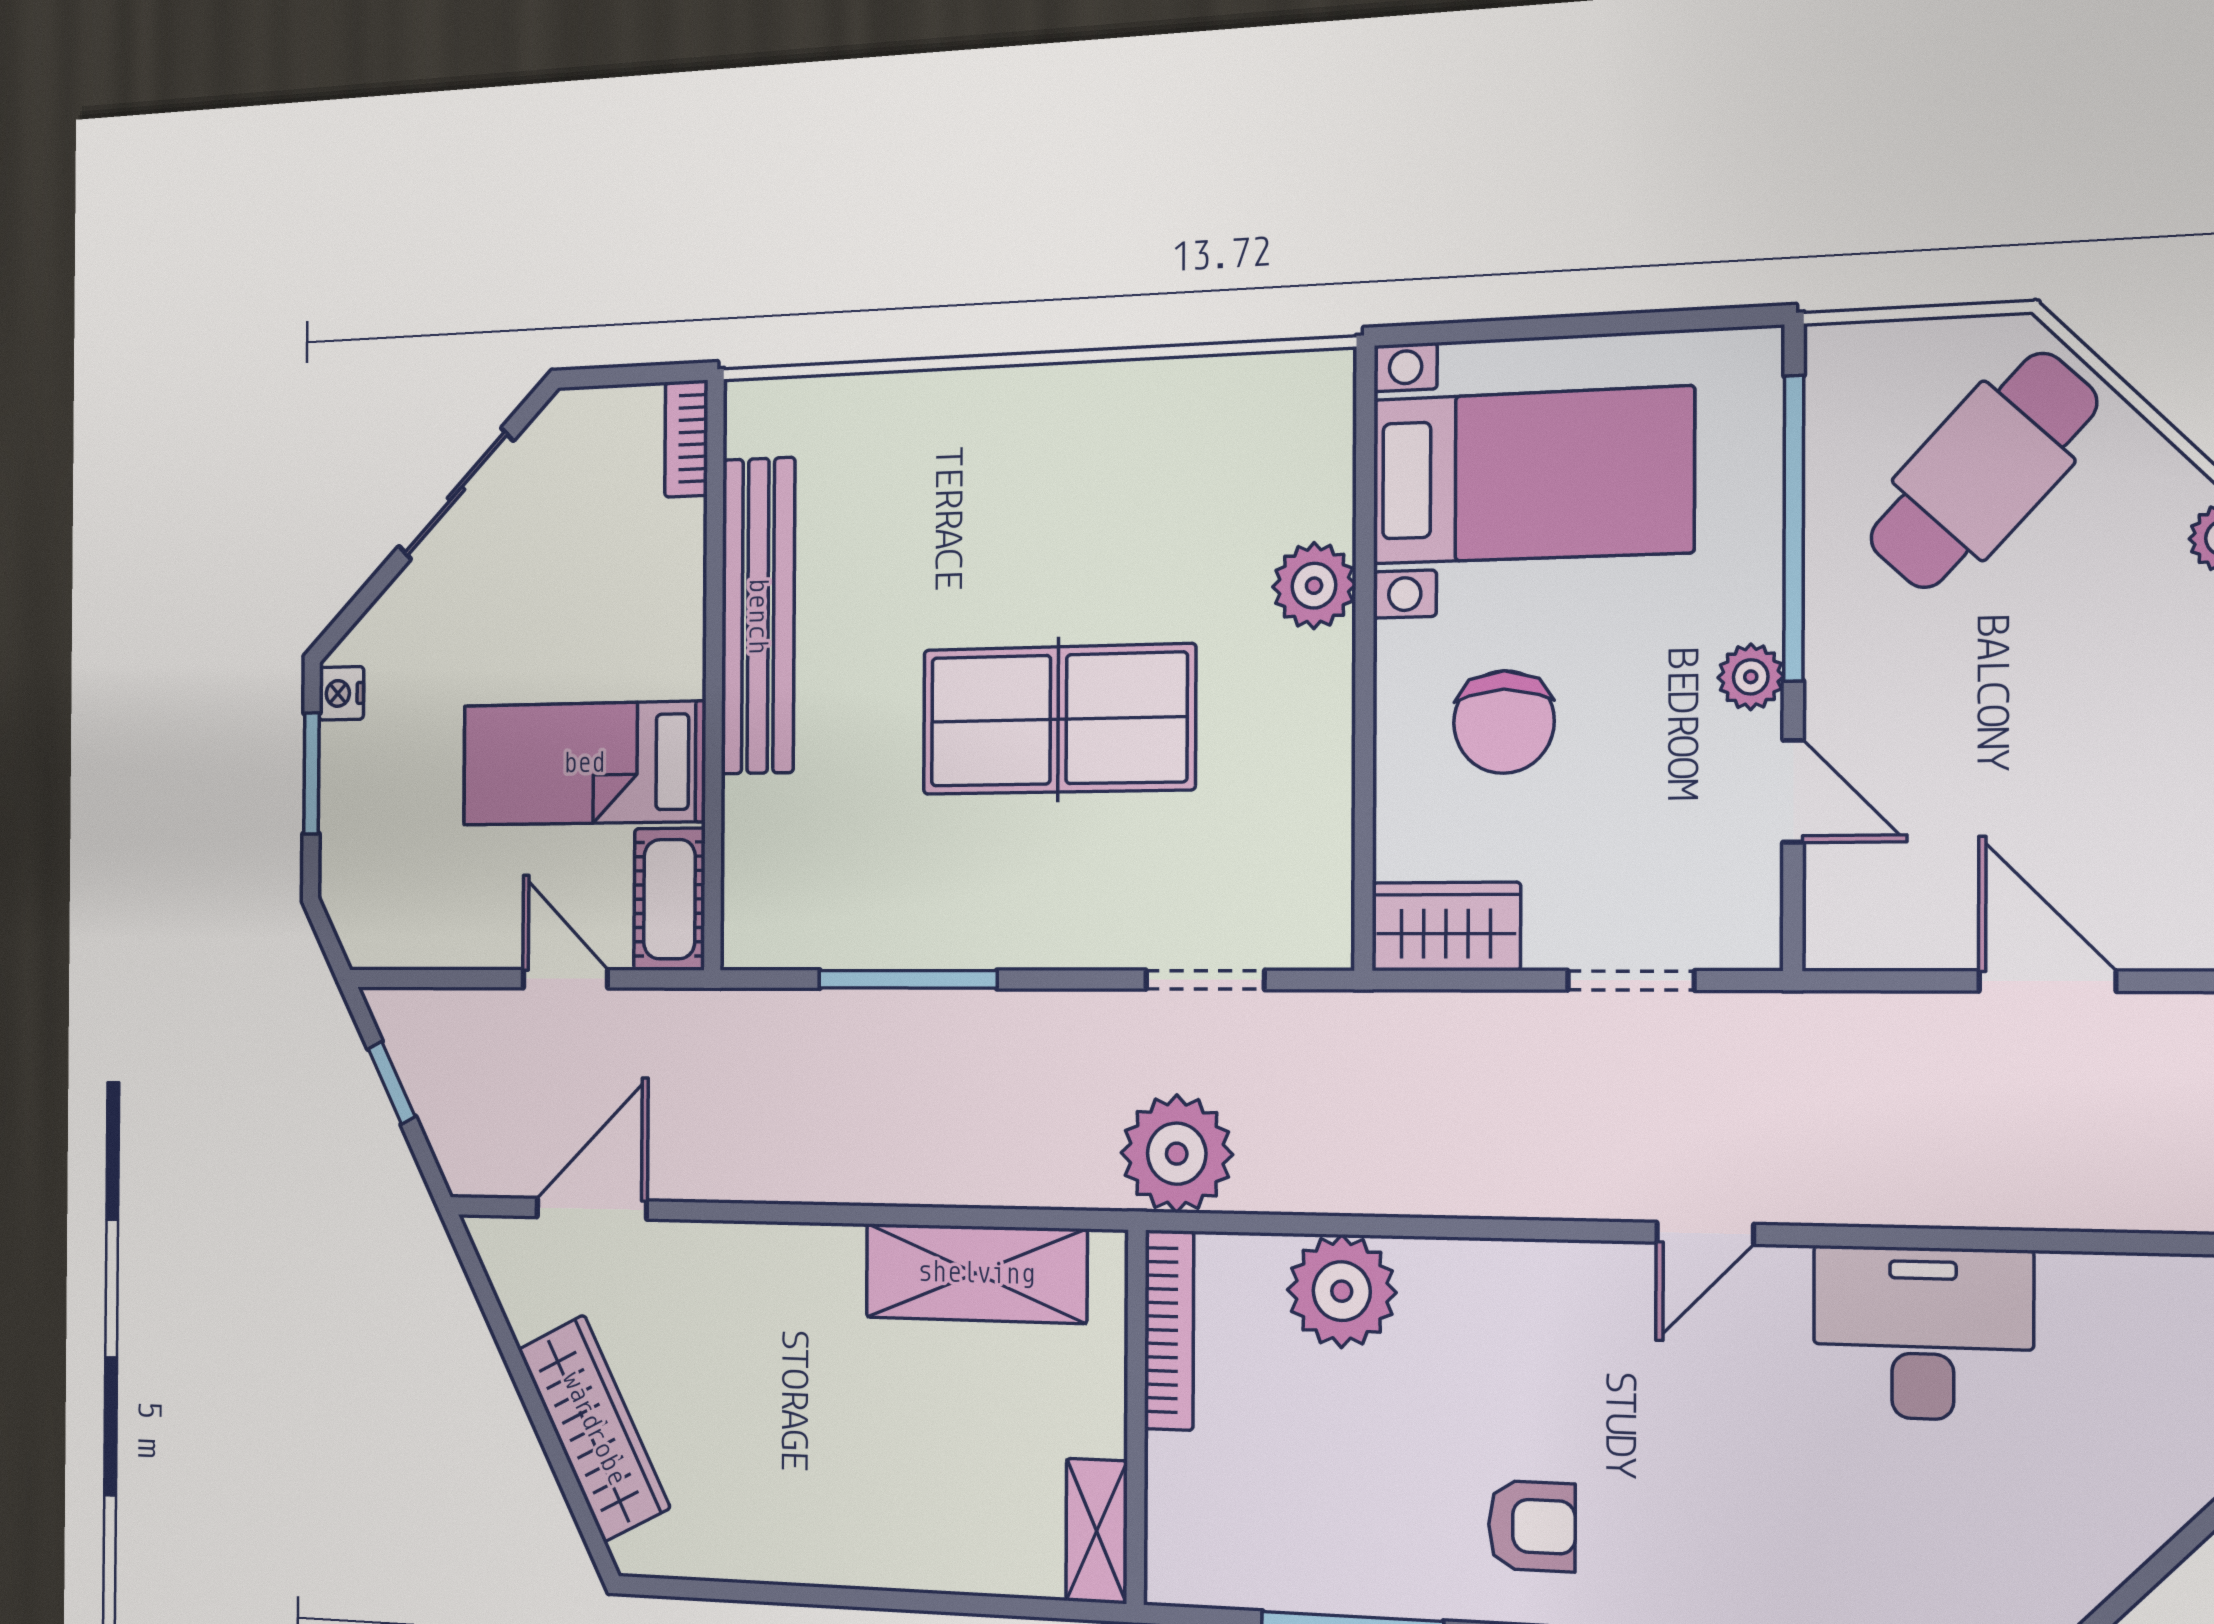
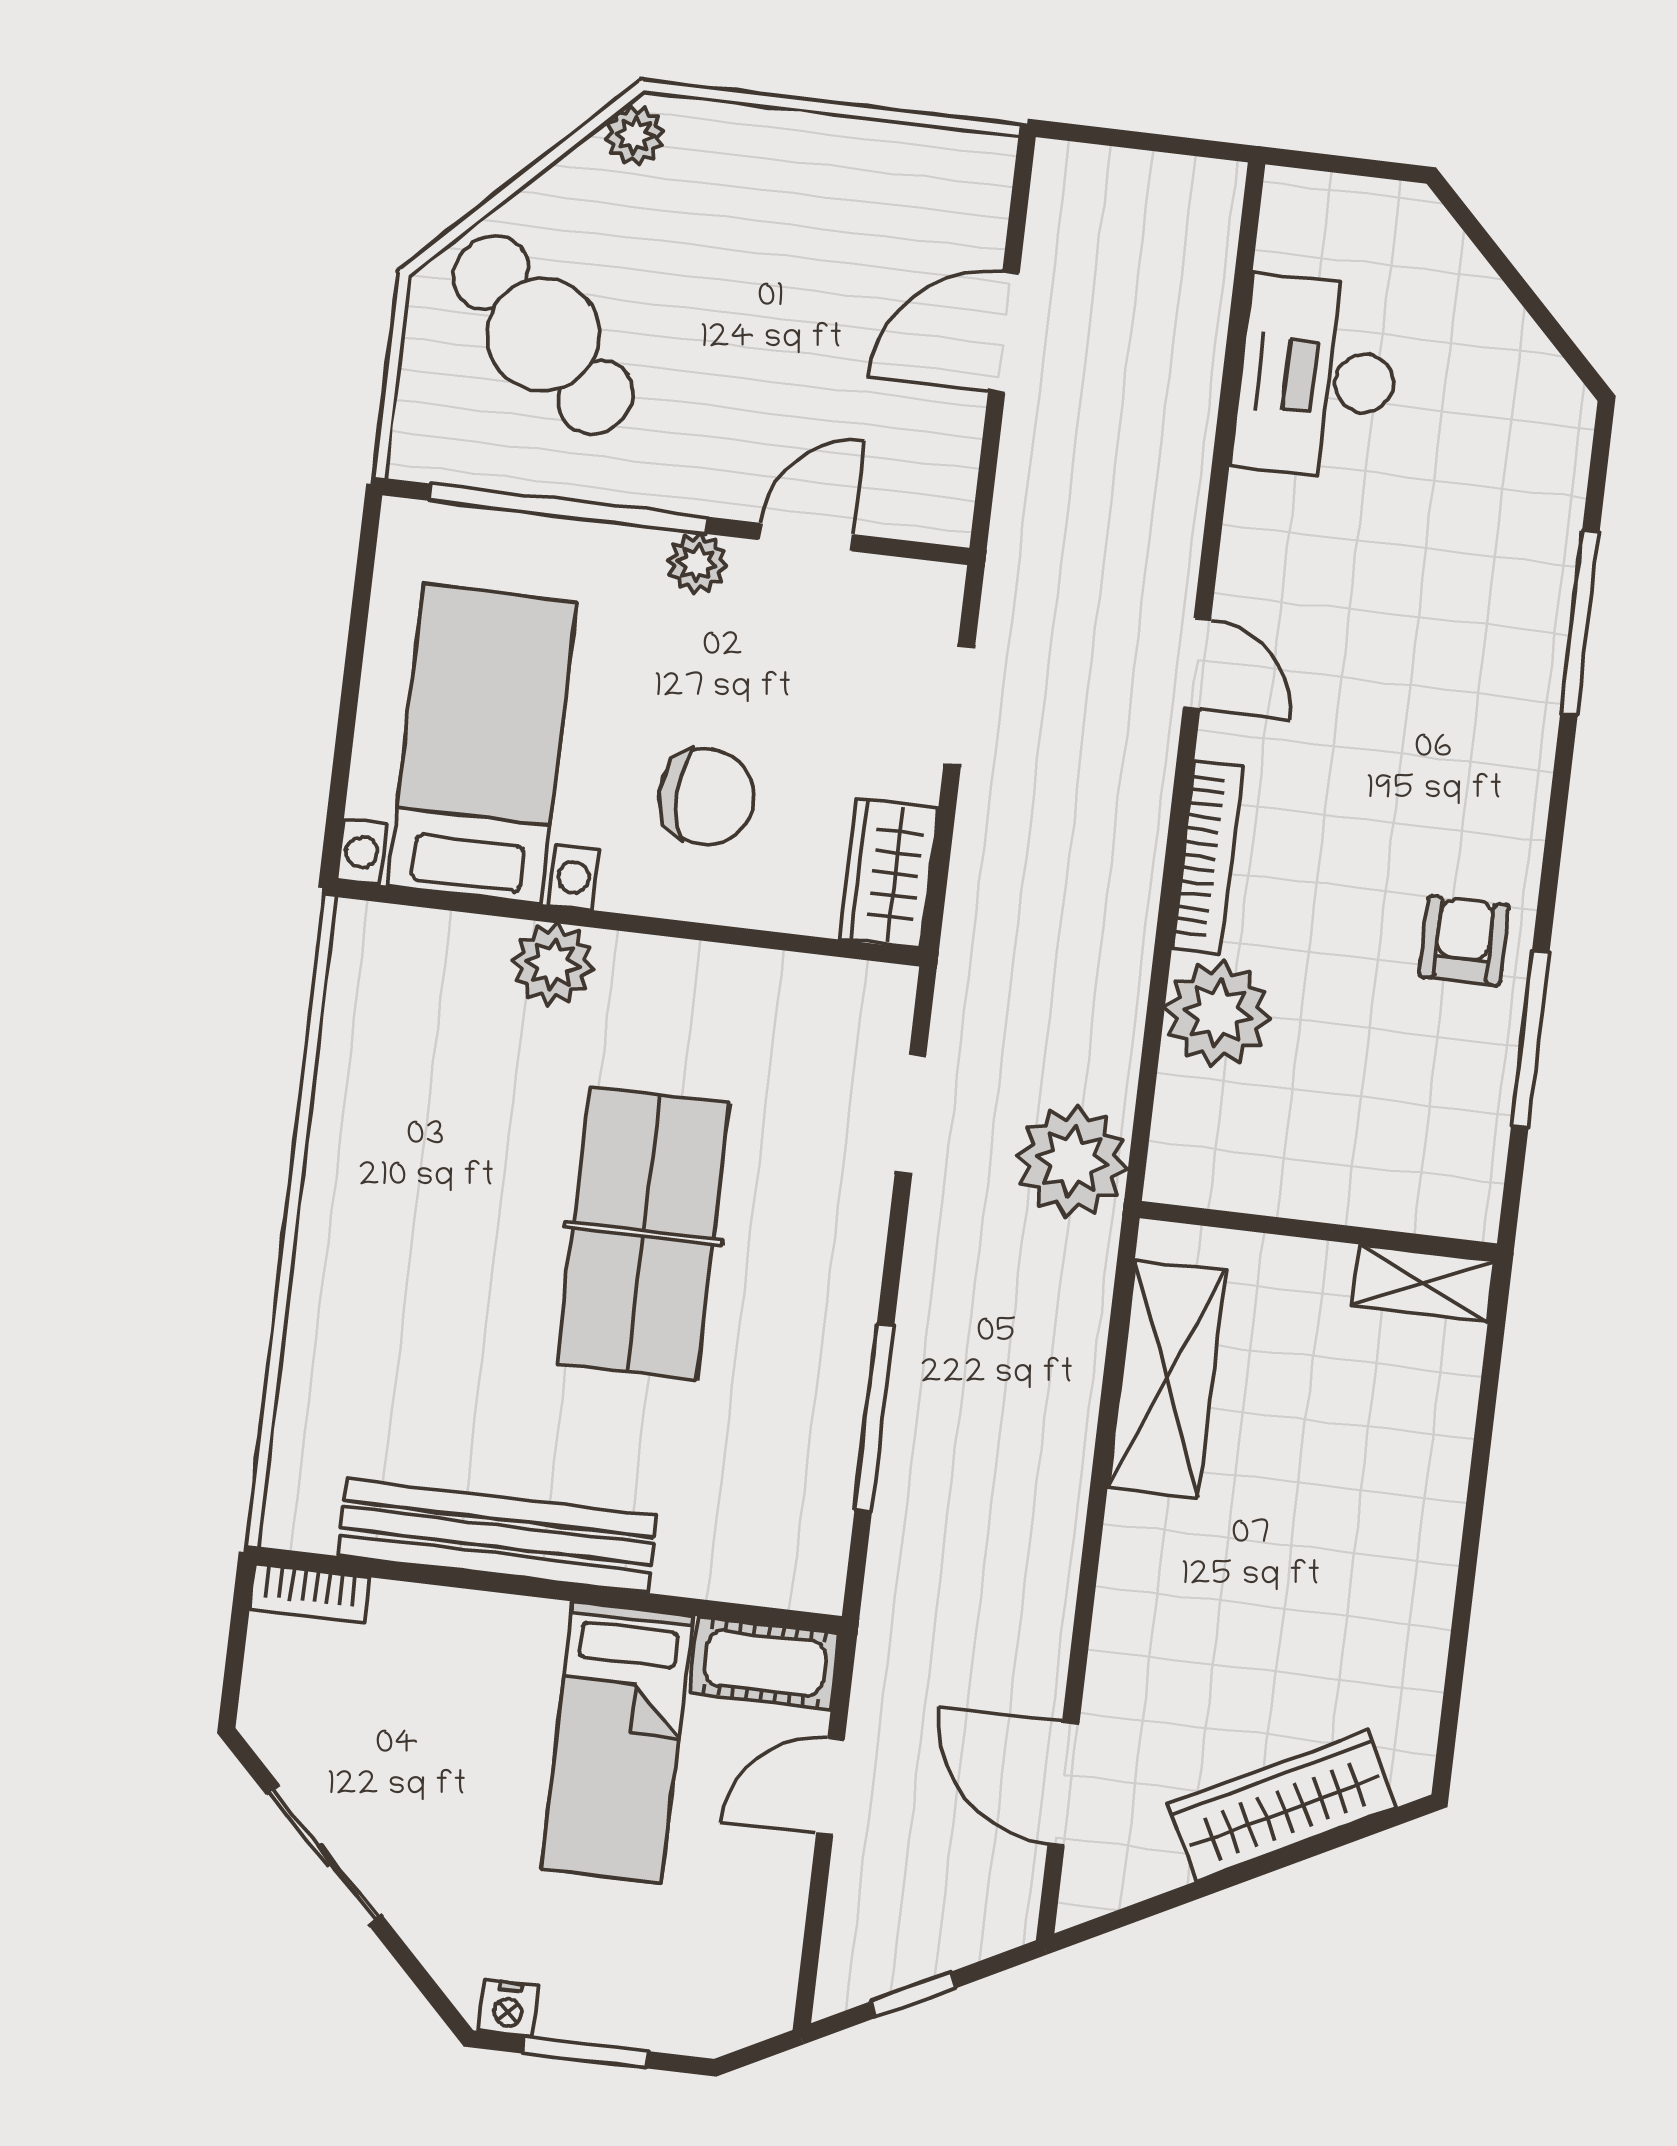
bookcase: (1169, 1330) -> (1207, 857), moved, turned 90
desk: (1923, 1333) -> (1317, 378), moved
armchair: (1532, 1526) -> (1464, 941), moved

